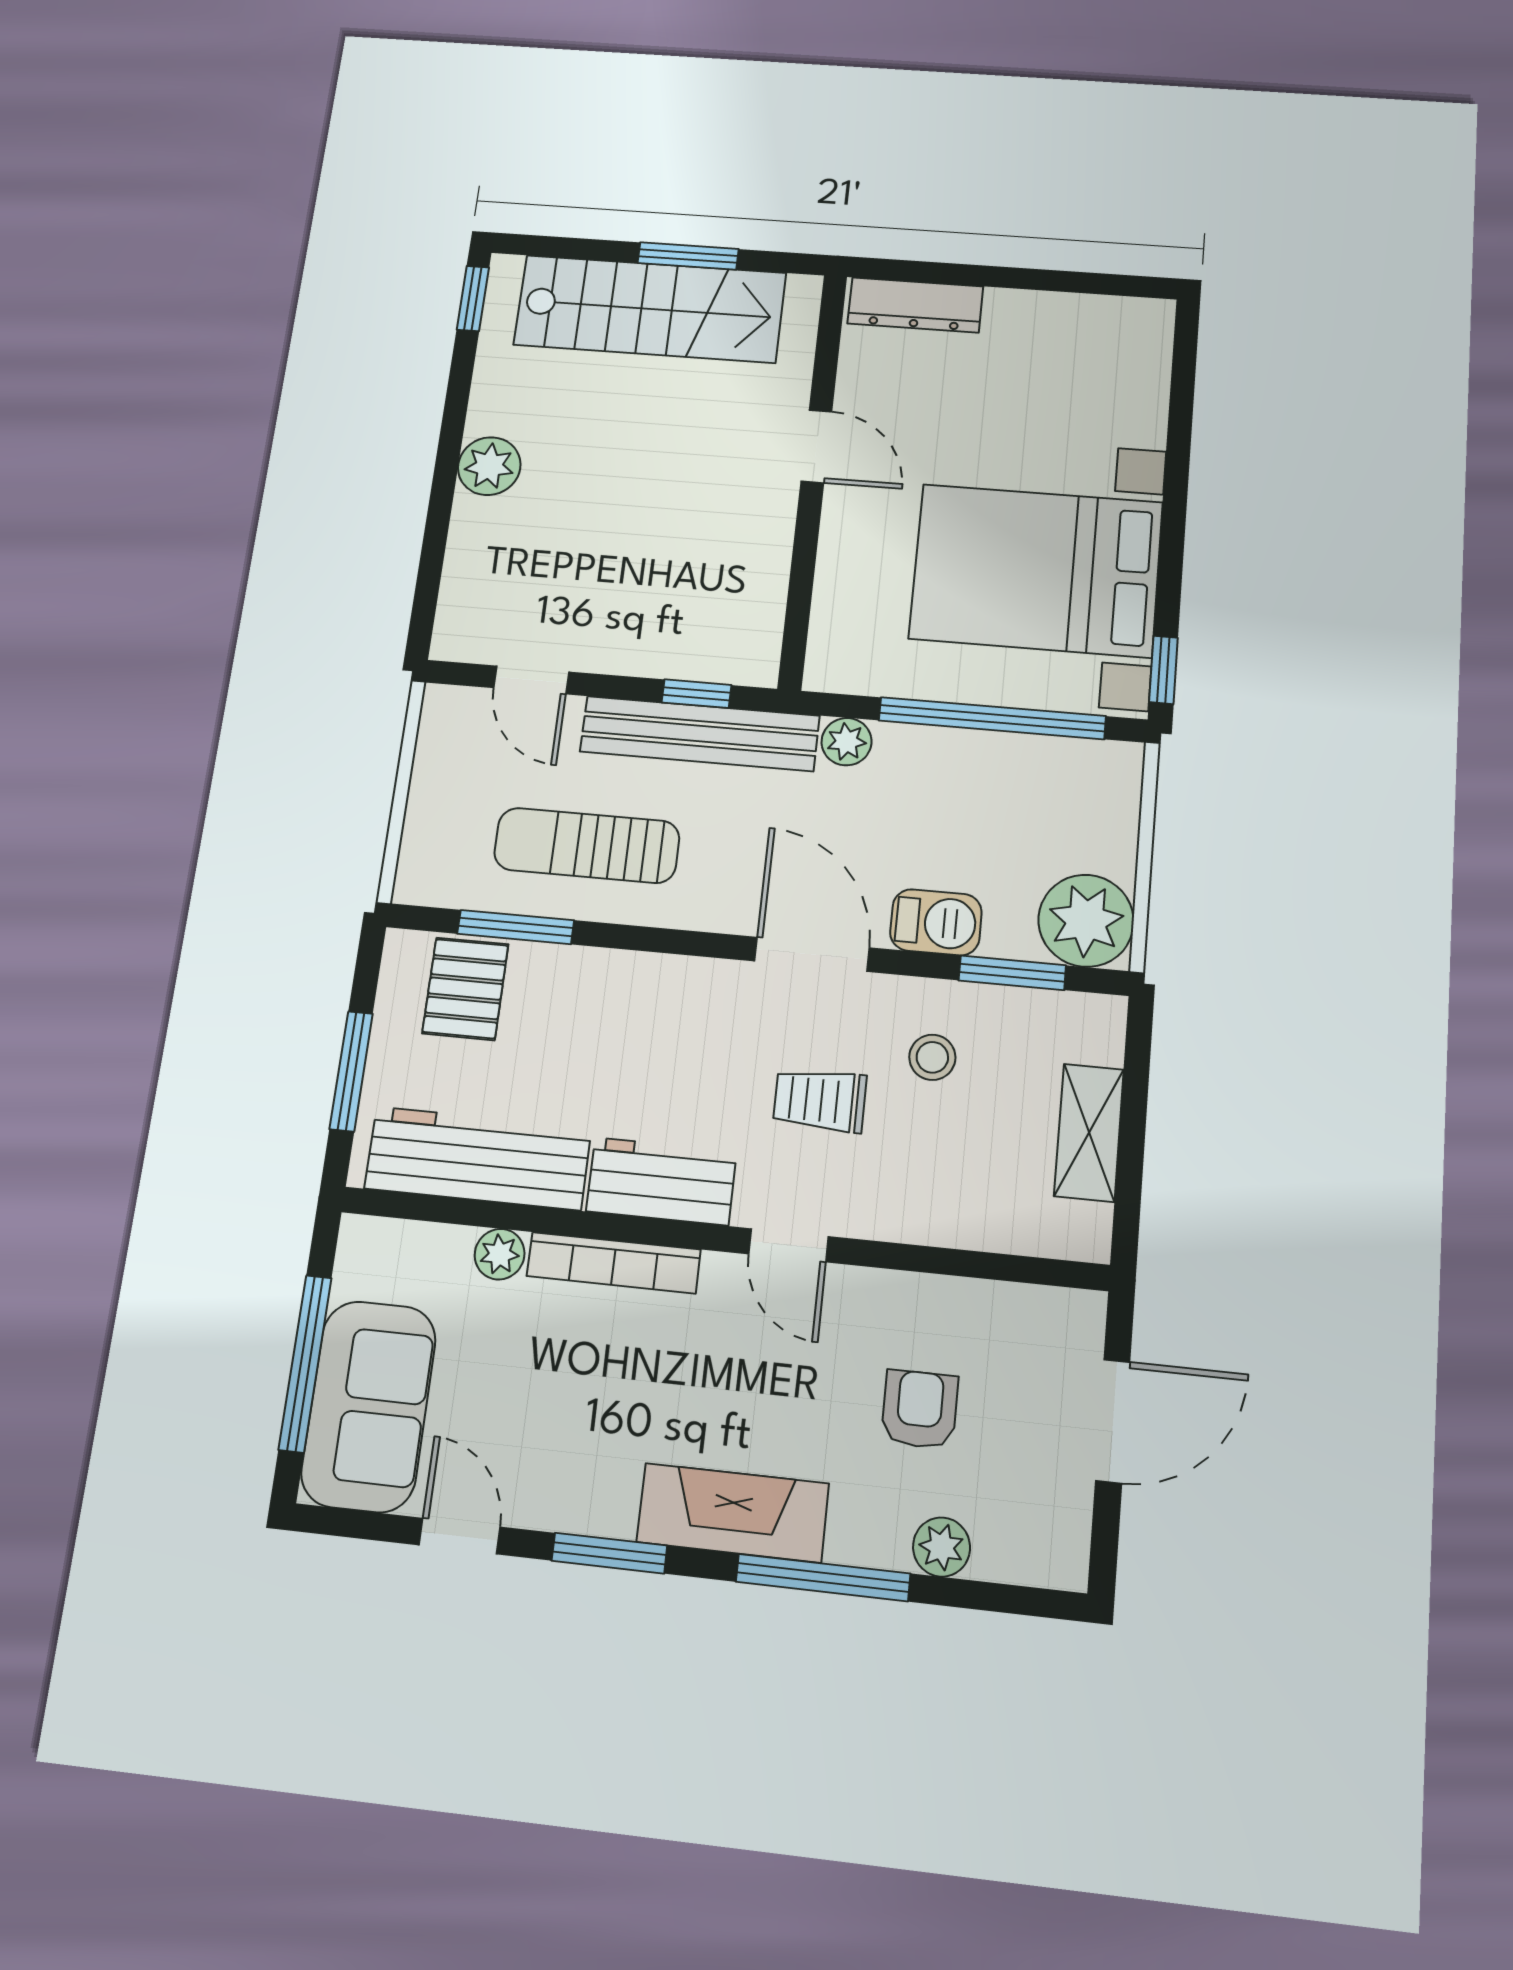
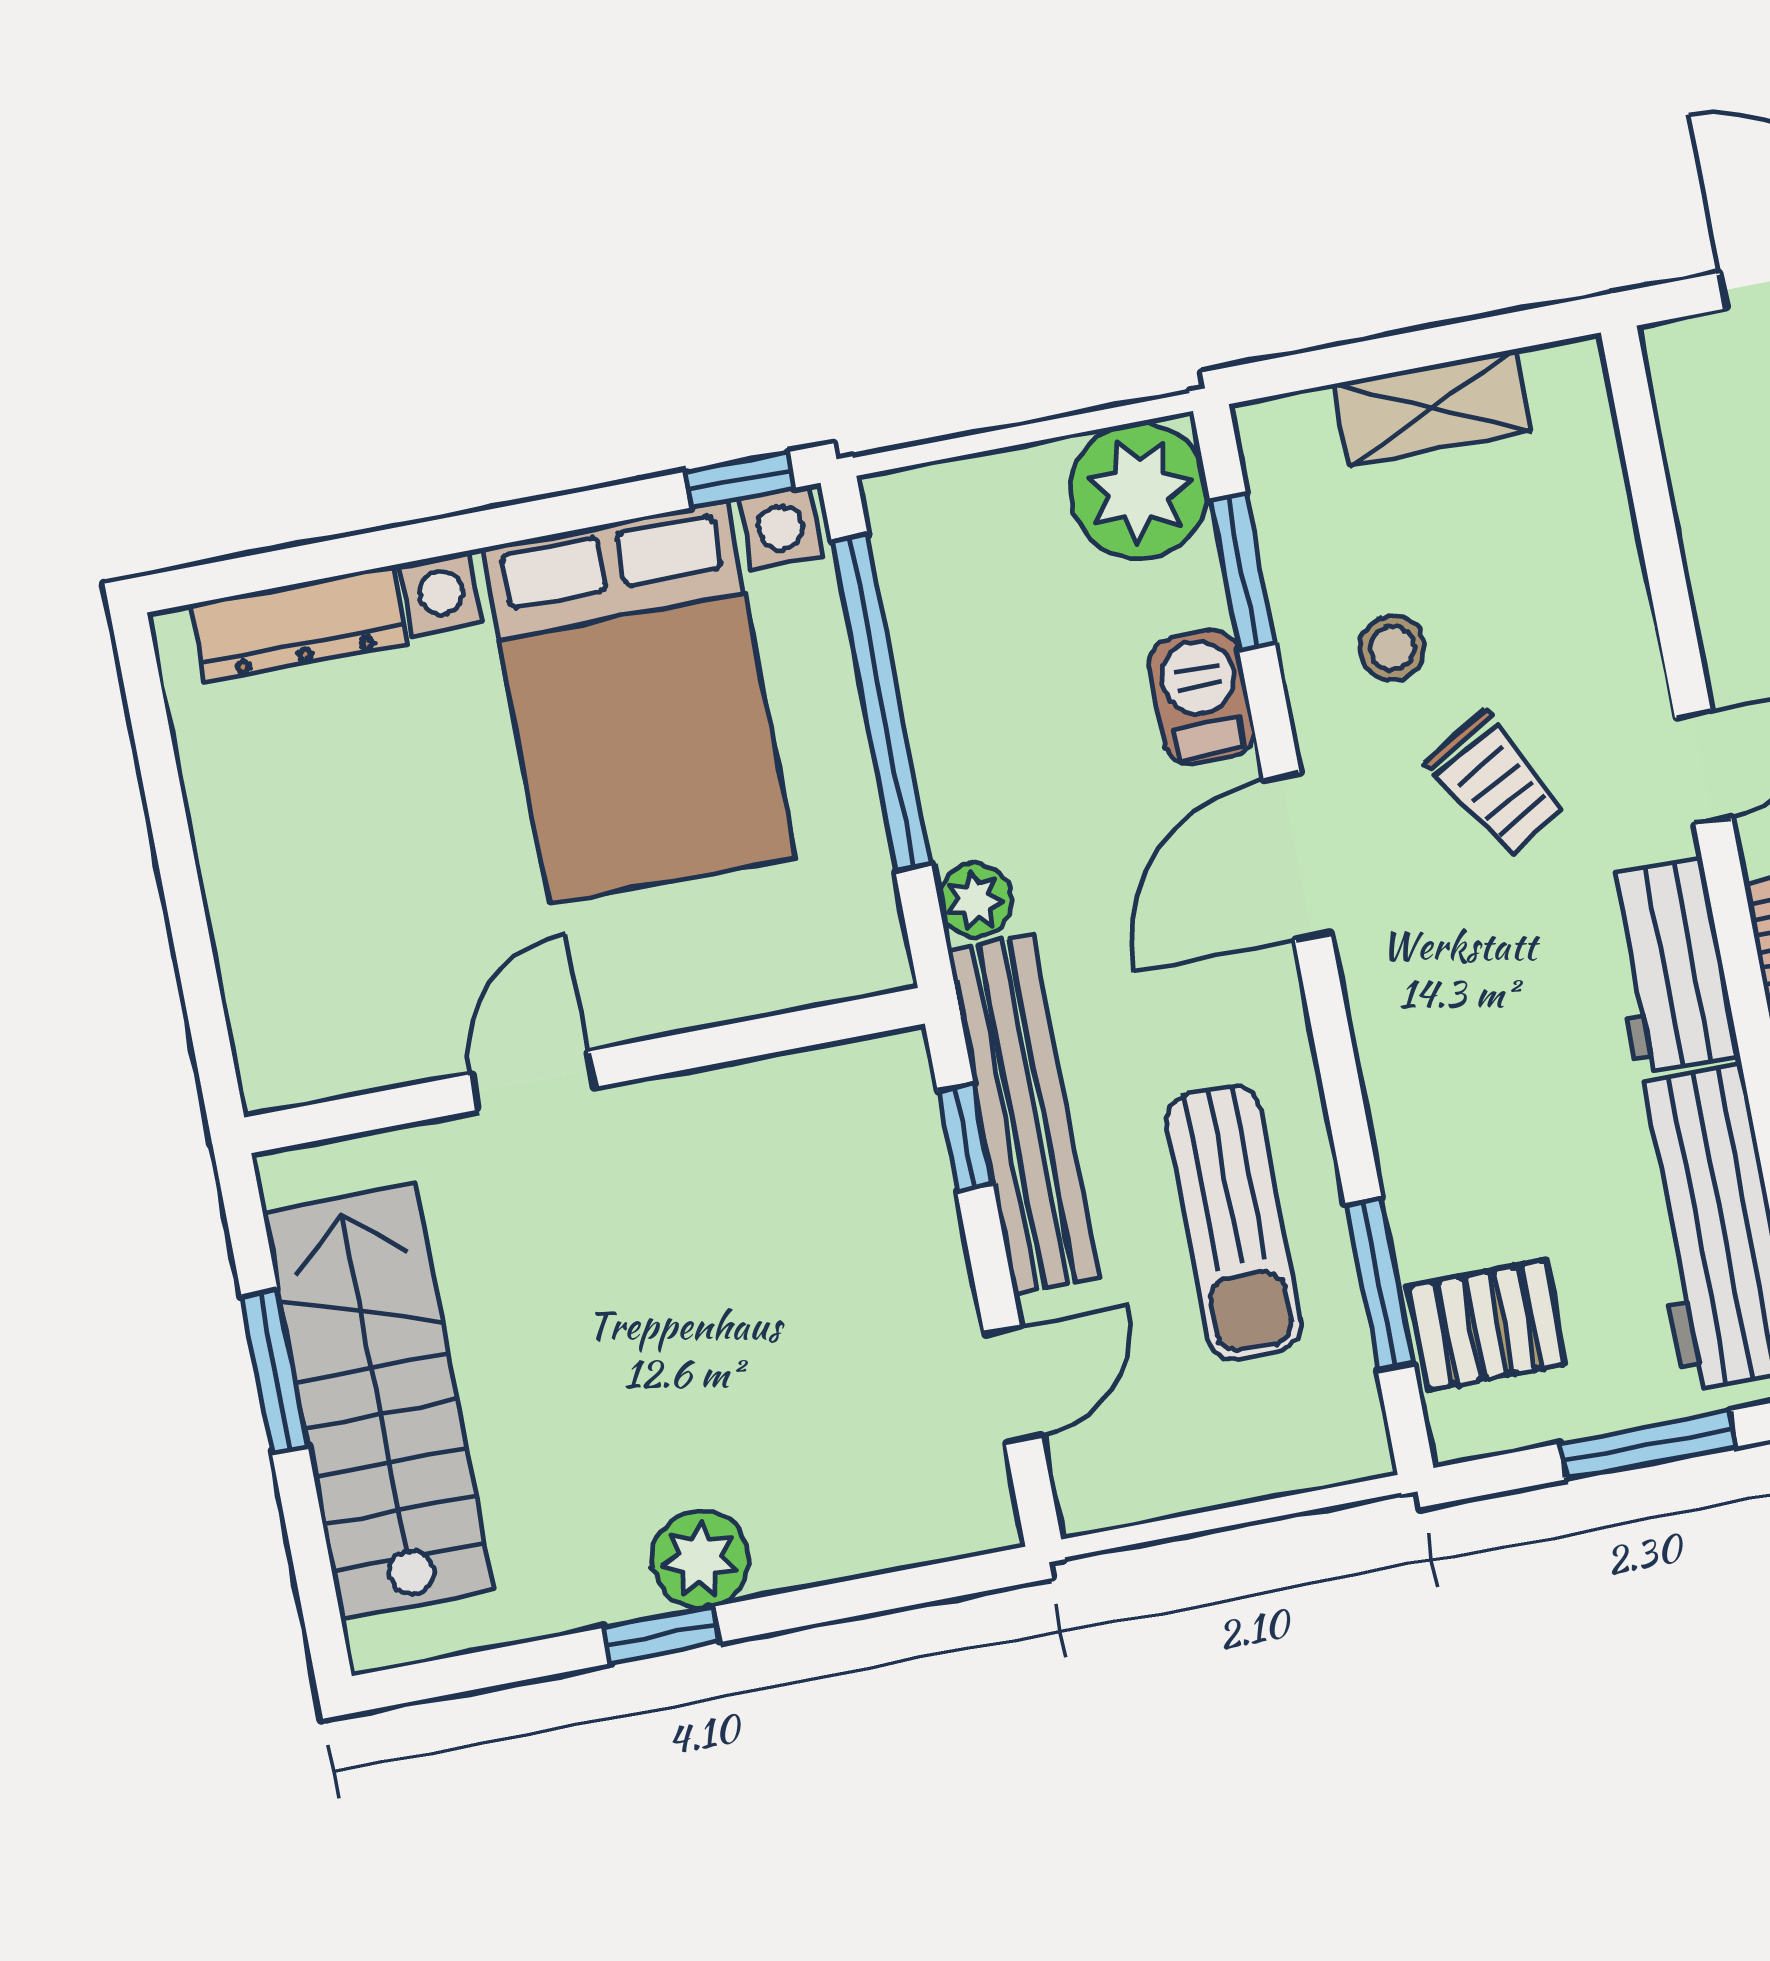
window: (473, 298) -> (662, 1635), moved
dresser: (915, 305) -> (299, 624), moved, turned 90
trolley: (820, 1100) -> (1496, 784), turned -30

